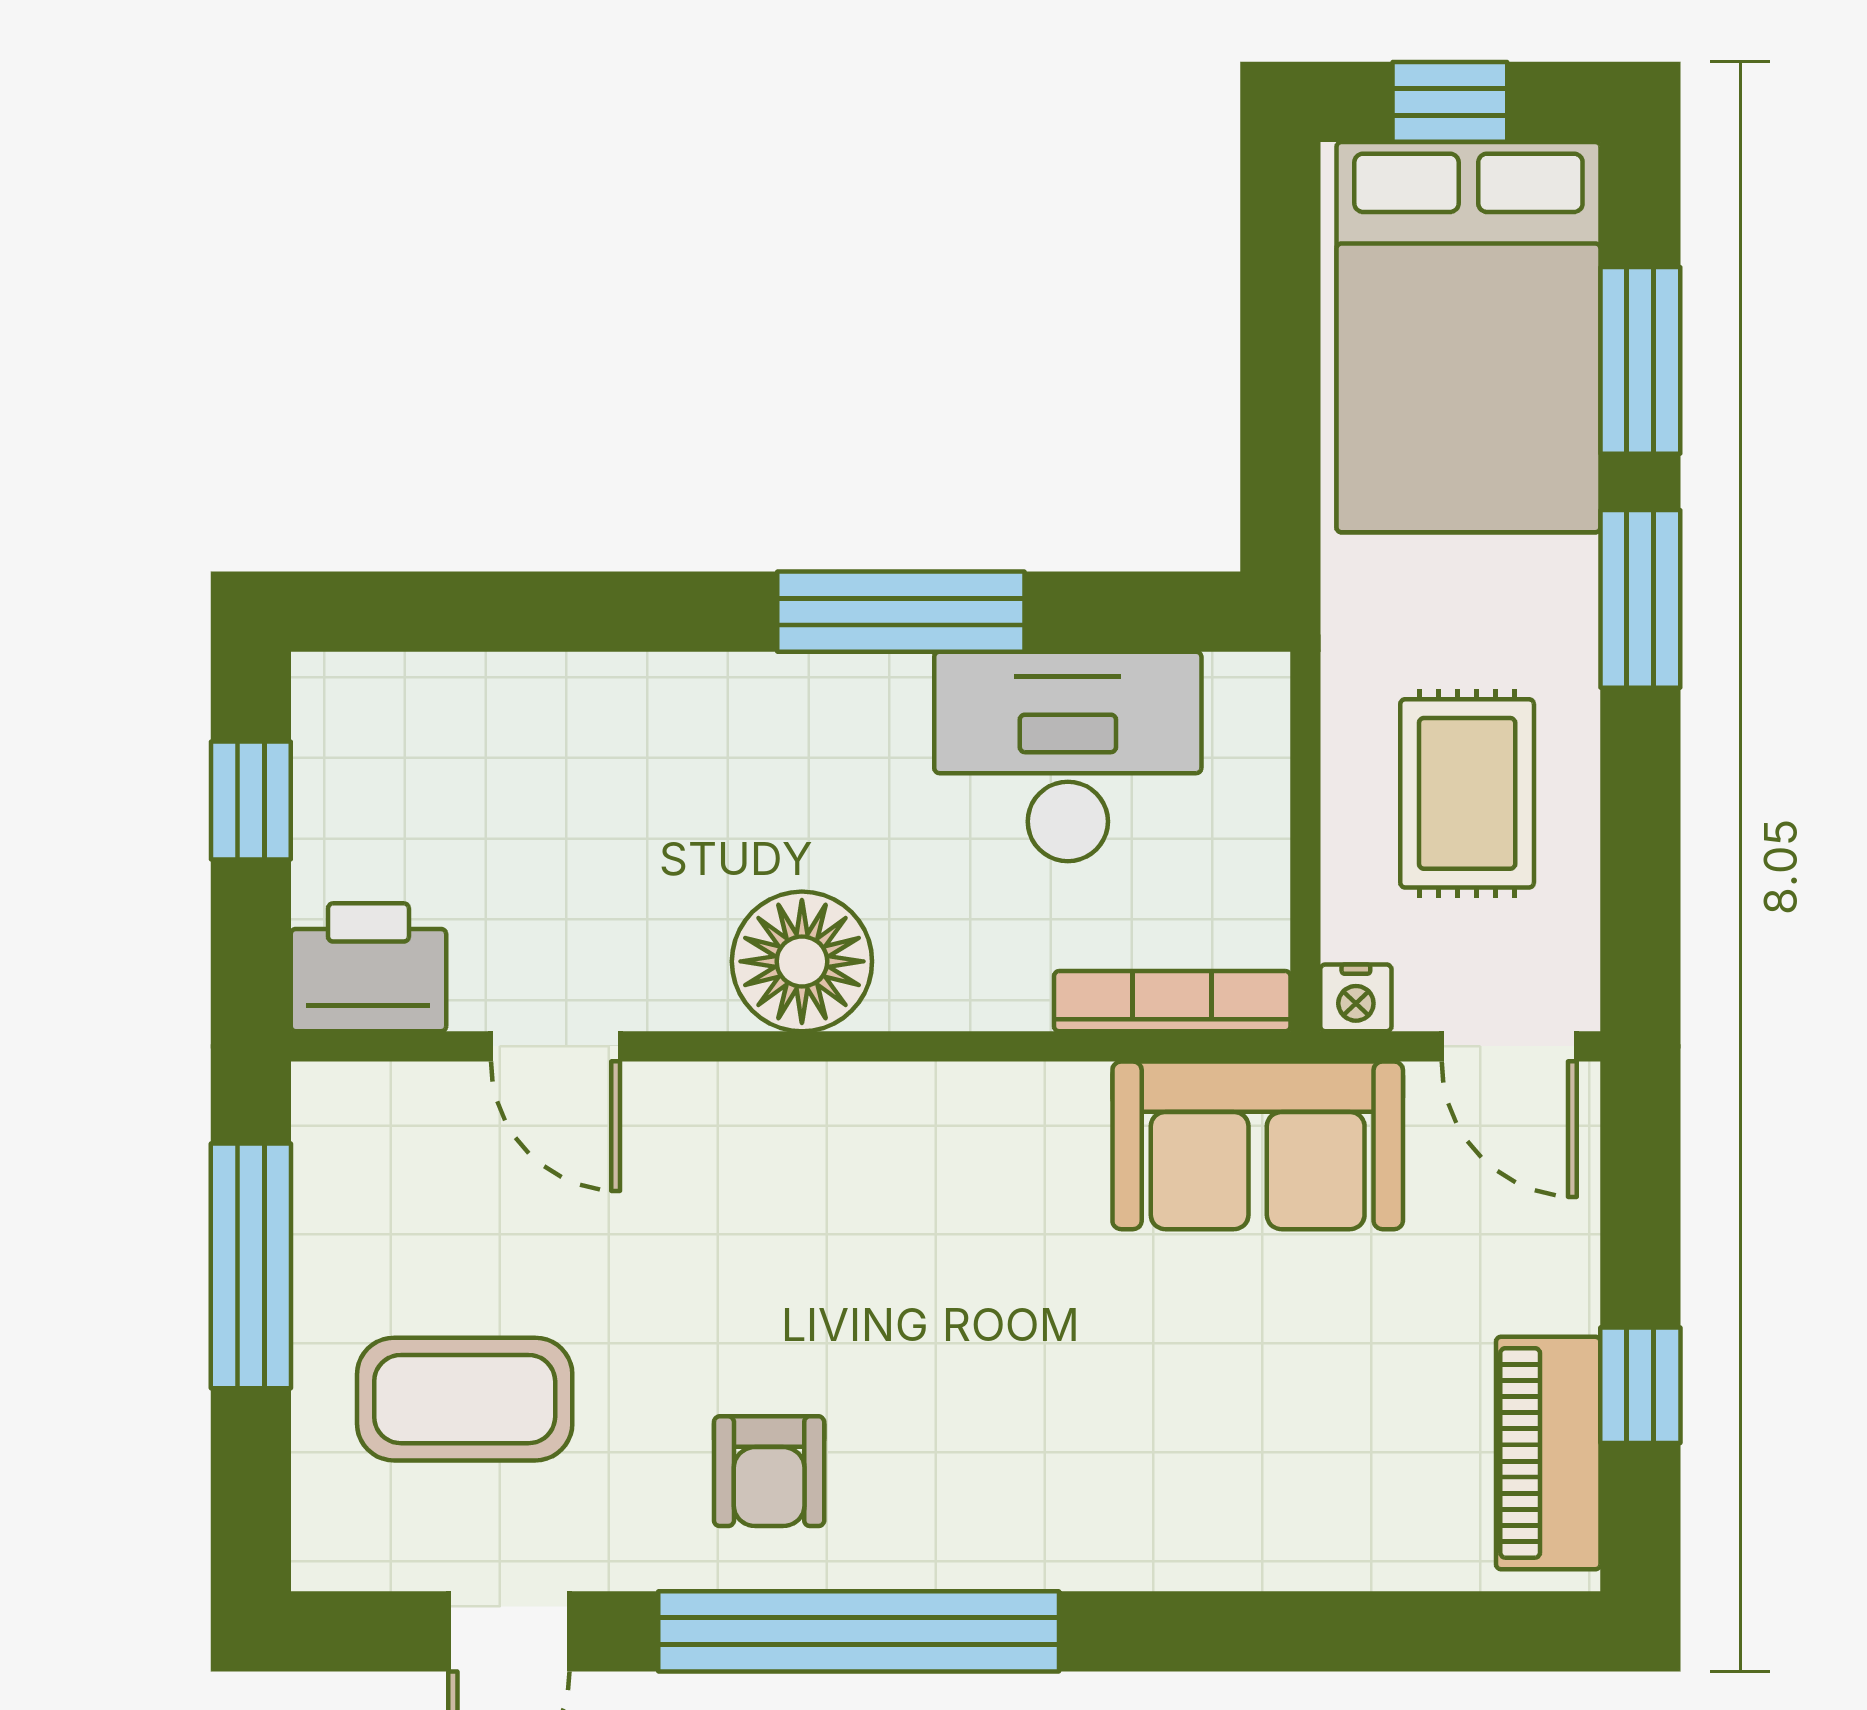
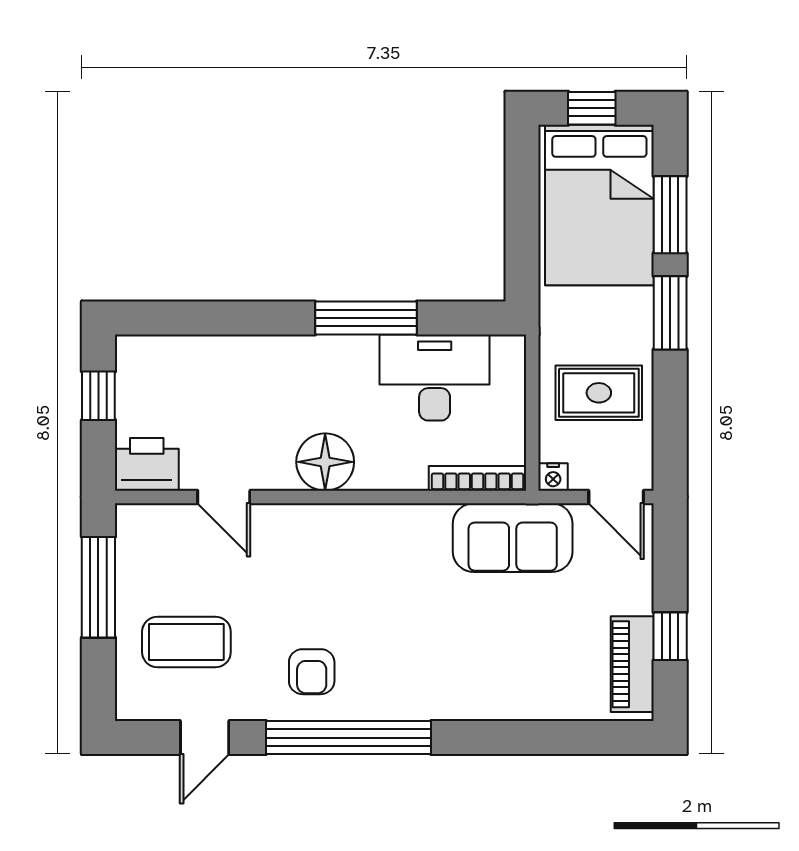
rug: (1467, 793) -> (599, 393), turned 90

